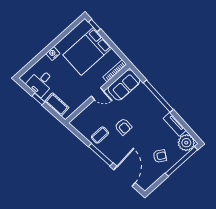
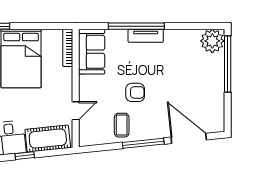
door: (98, 94) -> (76, 111), moved
cot: (57, 104) -> (48, 139), width x1.37, depth x1.34
tv unit: (175, 124) -> (146, 36), moved
armchair: (160, 156) -> (201, 82), removed

